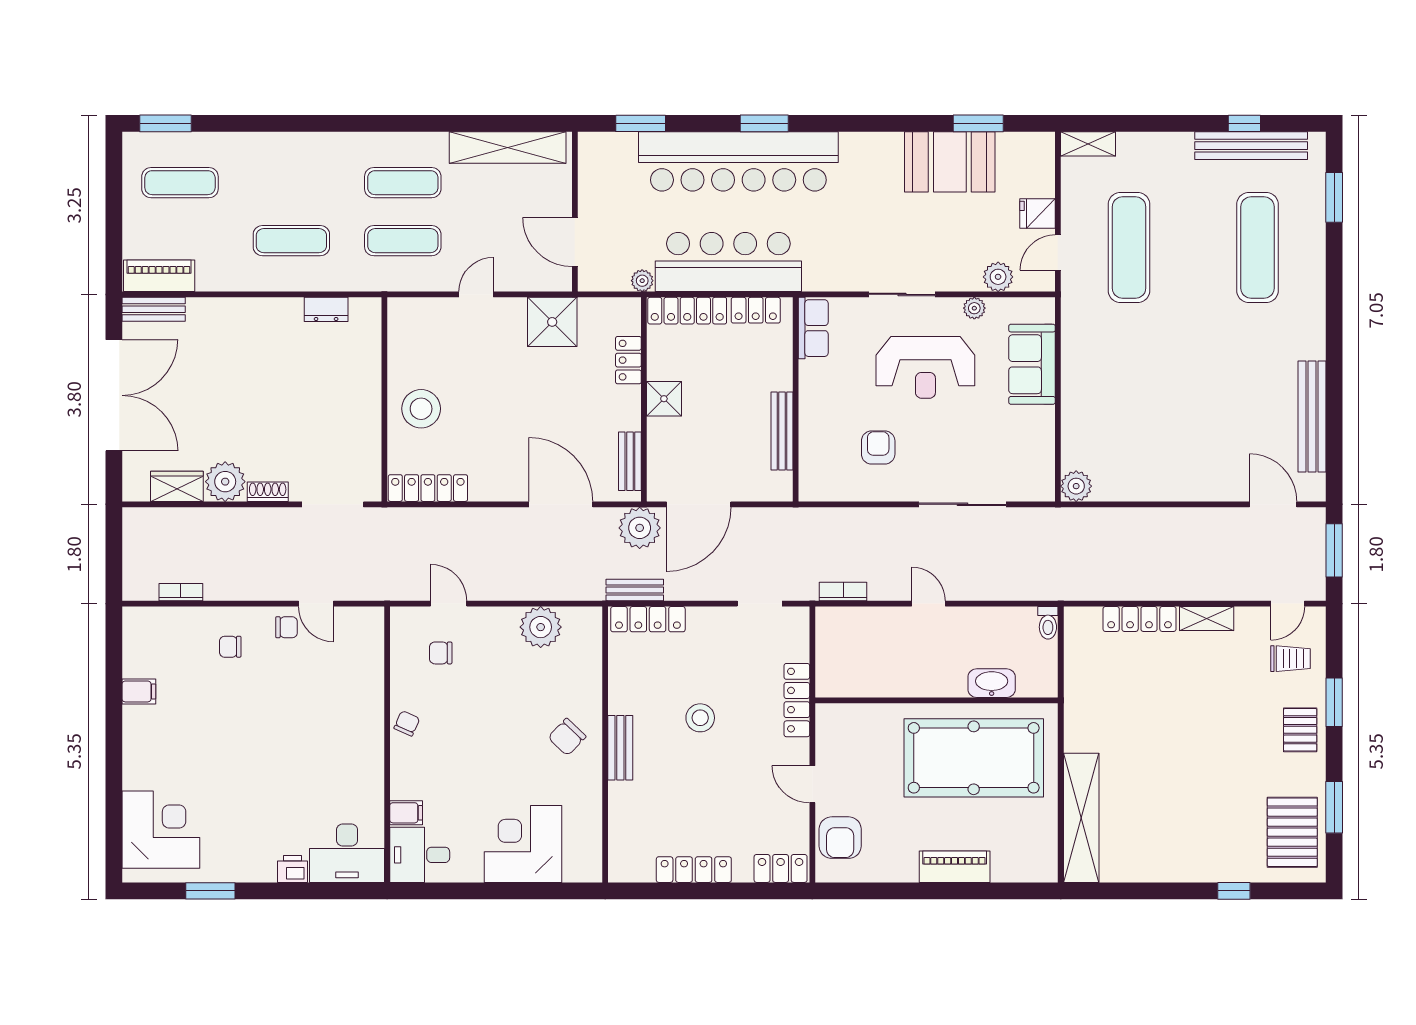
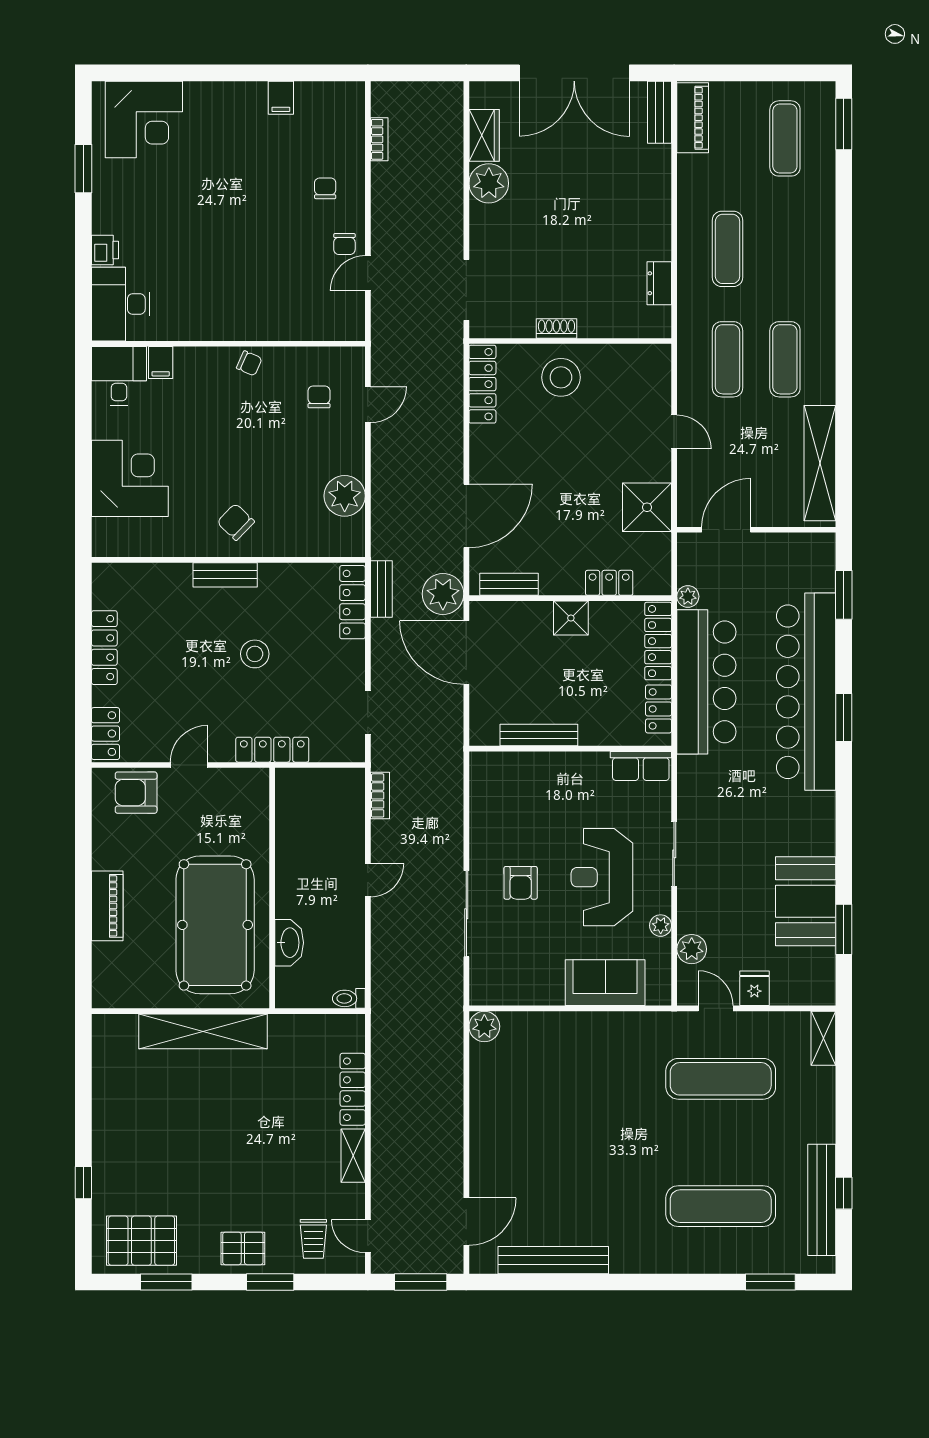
armchair: (878, 448) -> (521, 883), moved, turned 90
shoe rack: (268, 492) -> (556, 328), moved, turned -90
shelving: (1081, 818) -> (203, 1031), moved

